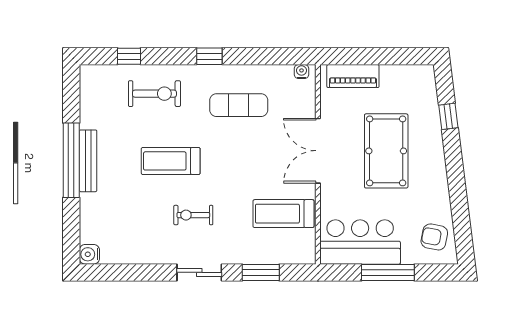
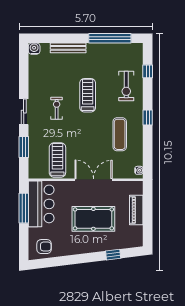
piano: (353, 76) -> (136, 210), moved
window: (71, 160) -> (110, 38), moved
bench: (88, 161) -> (68, 48), moved
armchair: (434, 237) -> (44, 247), turned 79
window: (388, 272) -> (24, 208), moved

